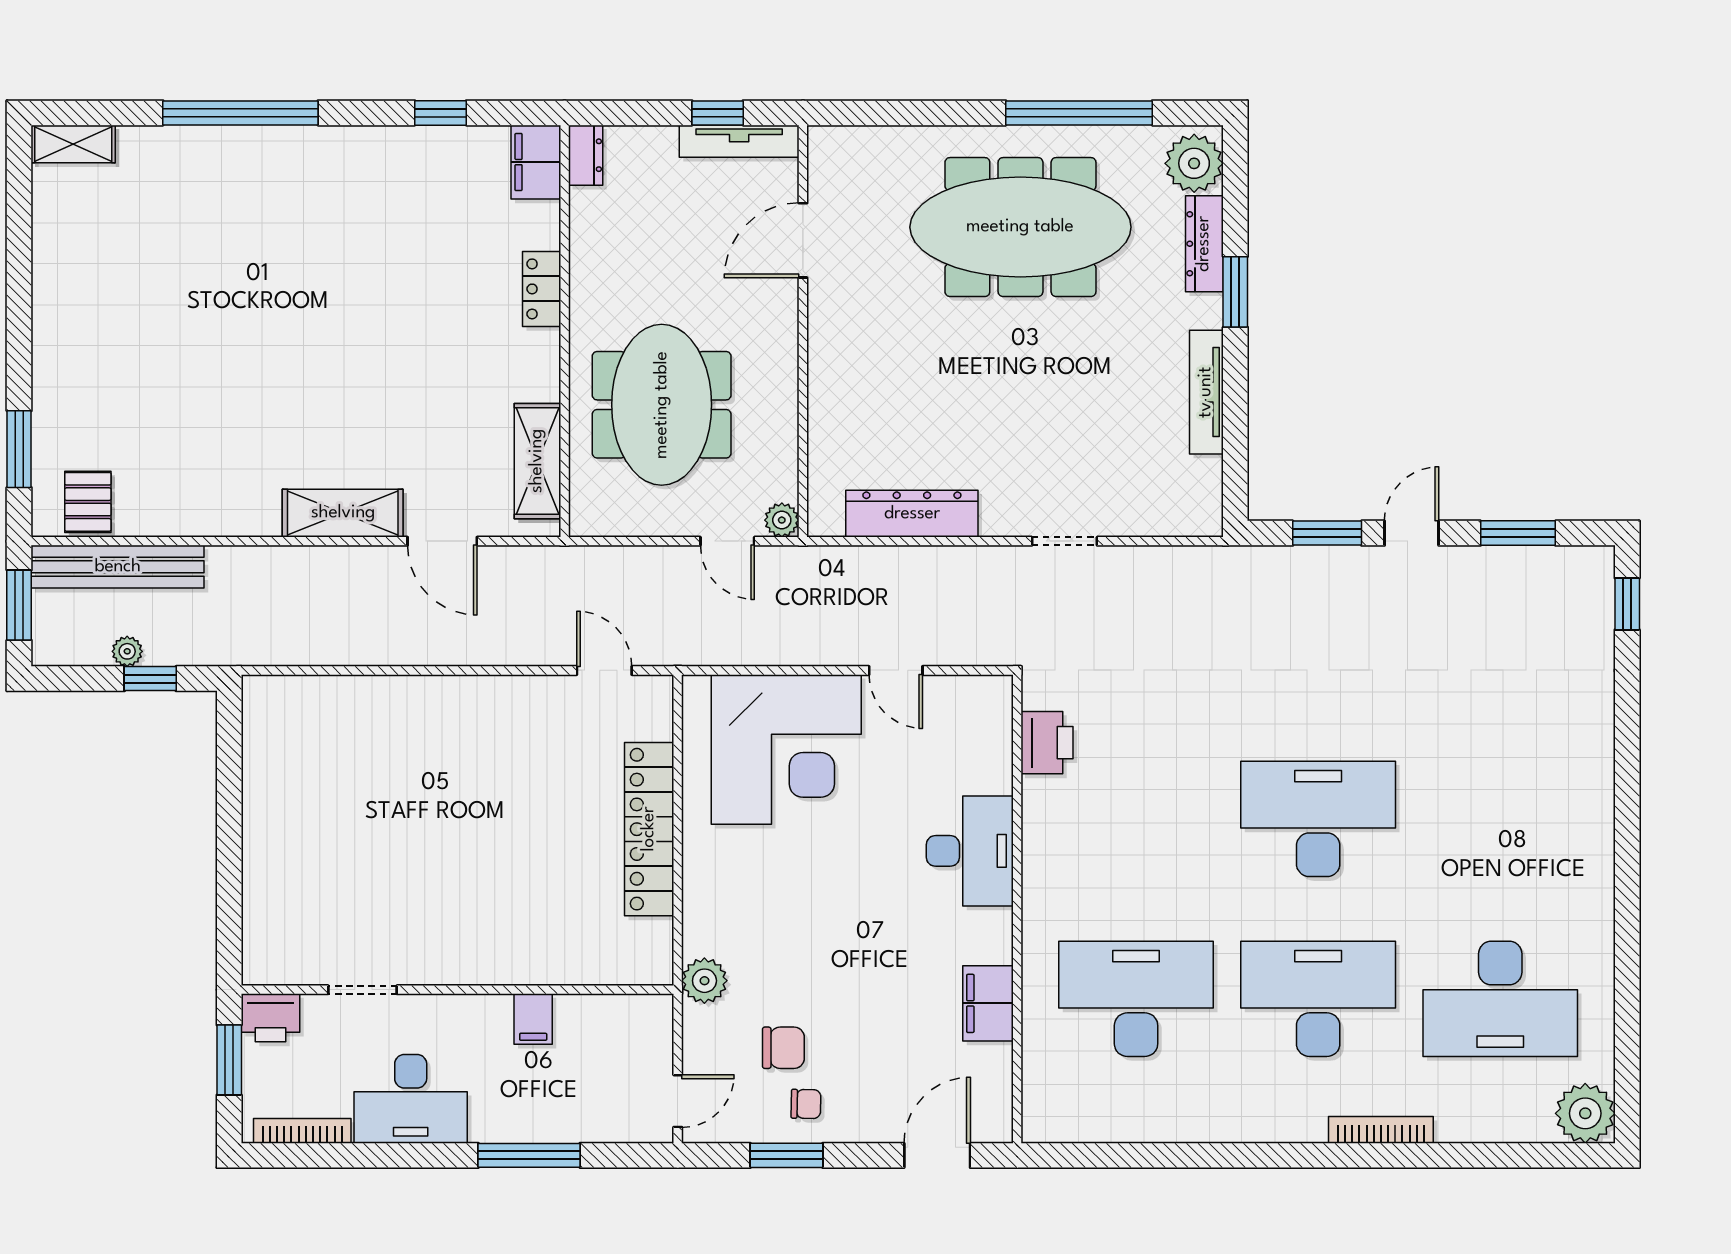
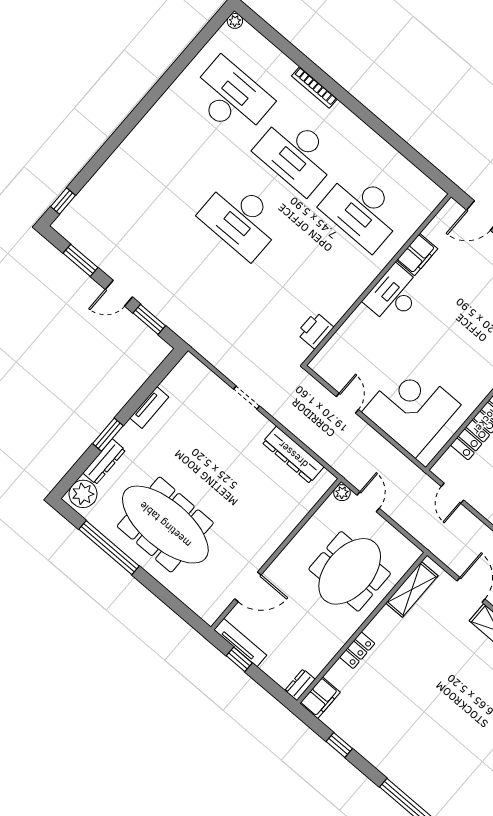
tv unit: (1206, 392) -> (149, 408), width x0.71
desk: (970, 851) -> (394, 295), moved
plant: (1585, 1113) -> (235, 21), width x0.53, depth x0.53

